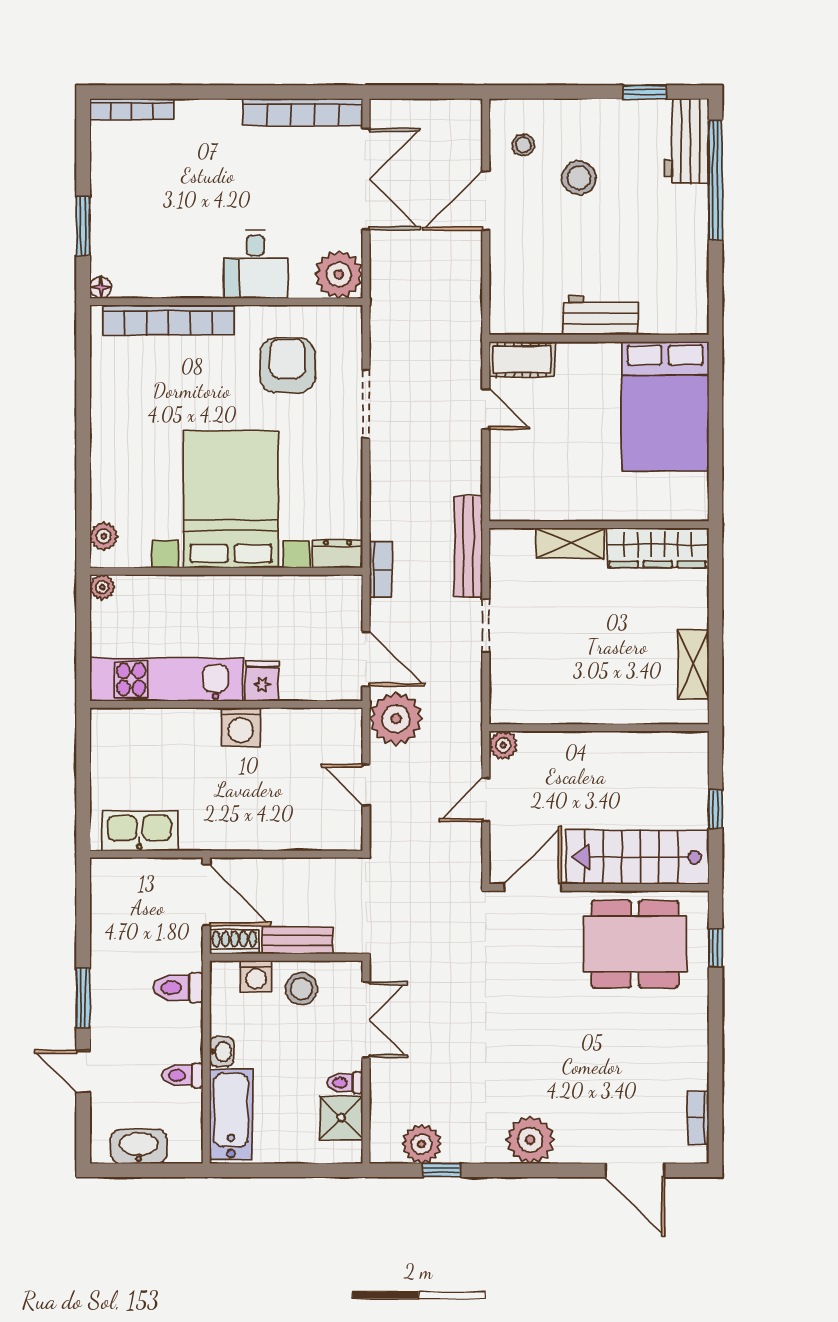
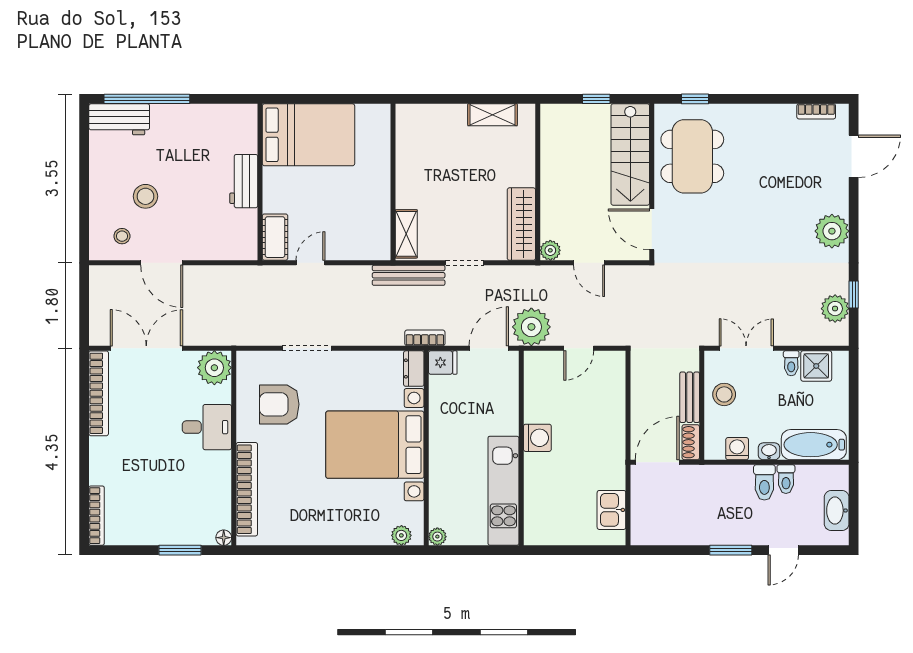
window: (645, 92) -> (84, 149), removed
shelving: (570, 543) -> (406, 234), moved
wardrobe: (658, 548) -> (521, 224), moved, turned 180
fridge: (262, 681) -> (443, 363), moved, turned 180
kitchen sink: (139, 831) -> (611, 510), width x0.73
washing machine: (256, 976) -> (737, 449), moved, turned -90
toilet: (178, 988) -> (764, 482), moved

